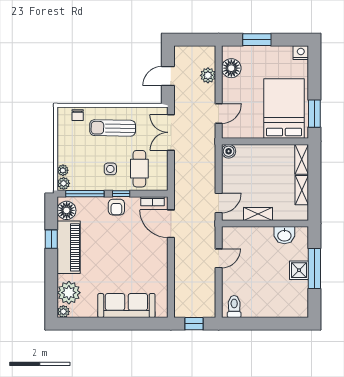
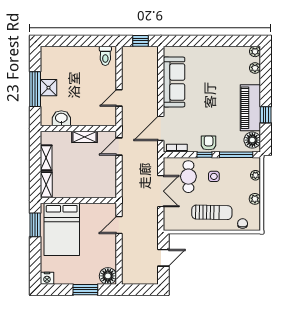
floor lamp: (231, 68) -> (108, 276), moved
plant: (208, 75) -> (128, 258), removed
double door: (171, 132) -> (161, 191), moved
boiler: (229, 151) -> (110, 192), removed
plant: (64, 183) -> (255, 199), moved
door: (171, 224) -> (161, 128), swing flipped
plant: (69, 293) -> (255, 68), width x0.53, depth x0.53
sofa: (126, 306) -> (174, 82), moved, turned -90

